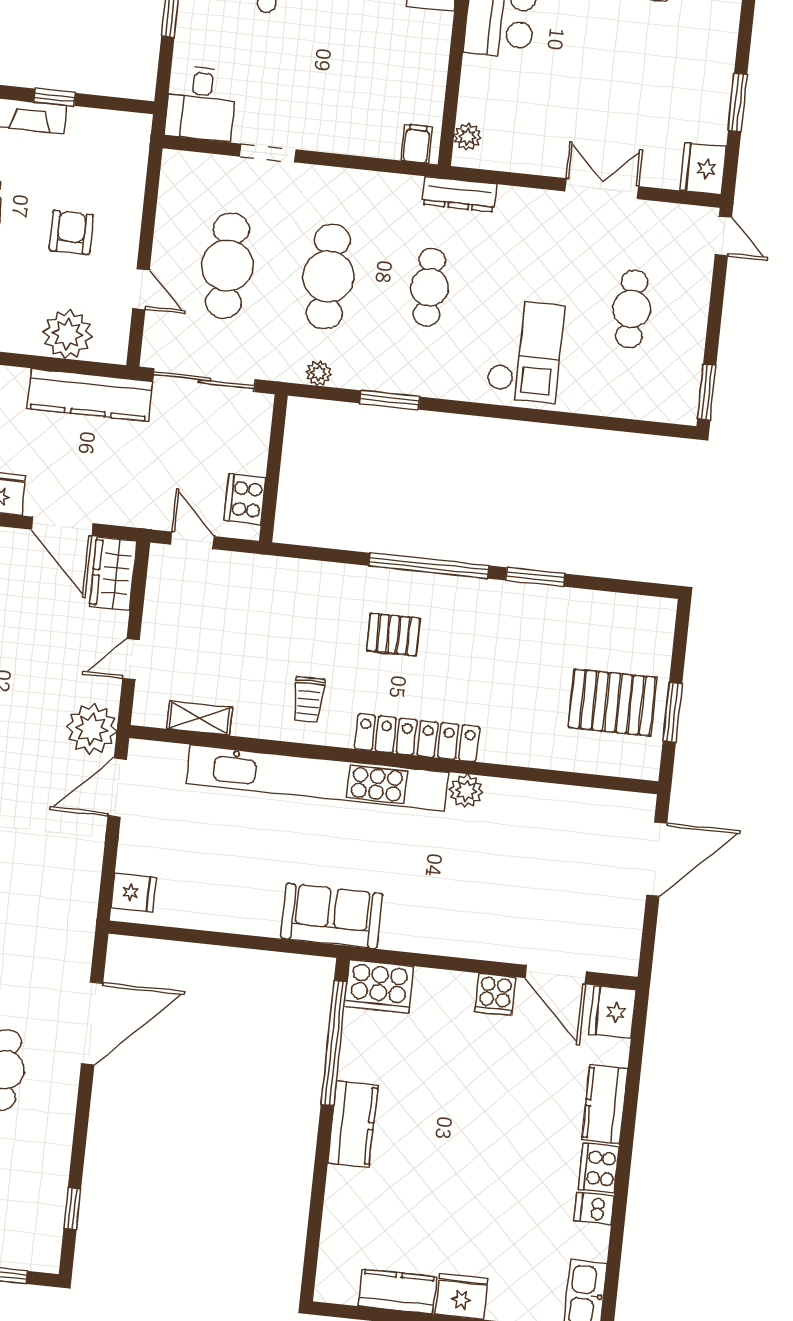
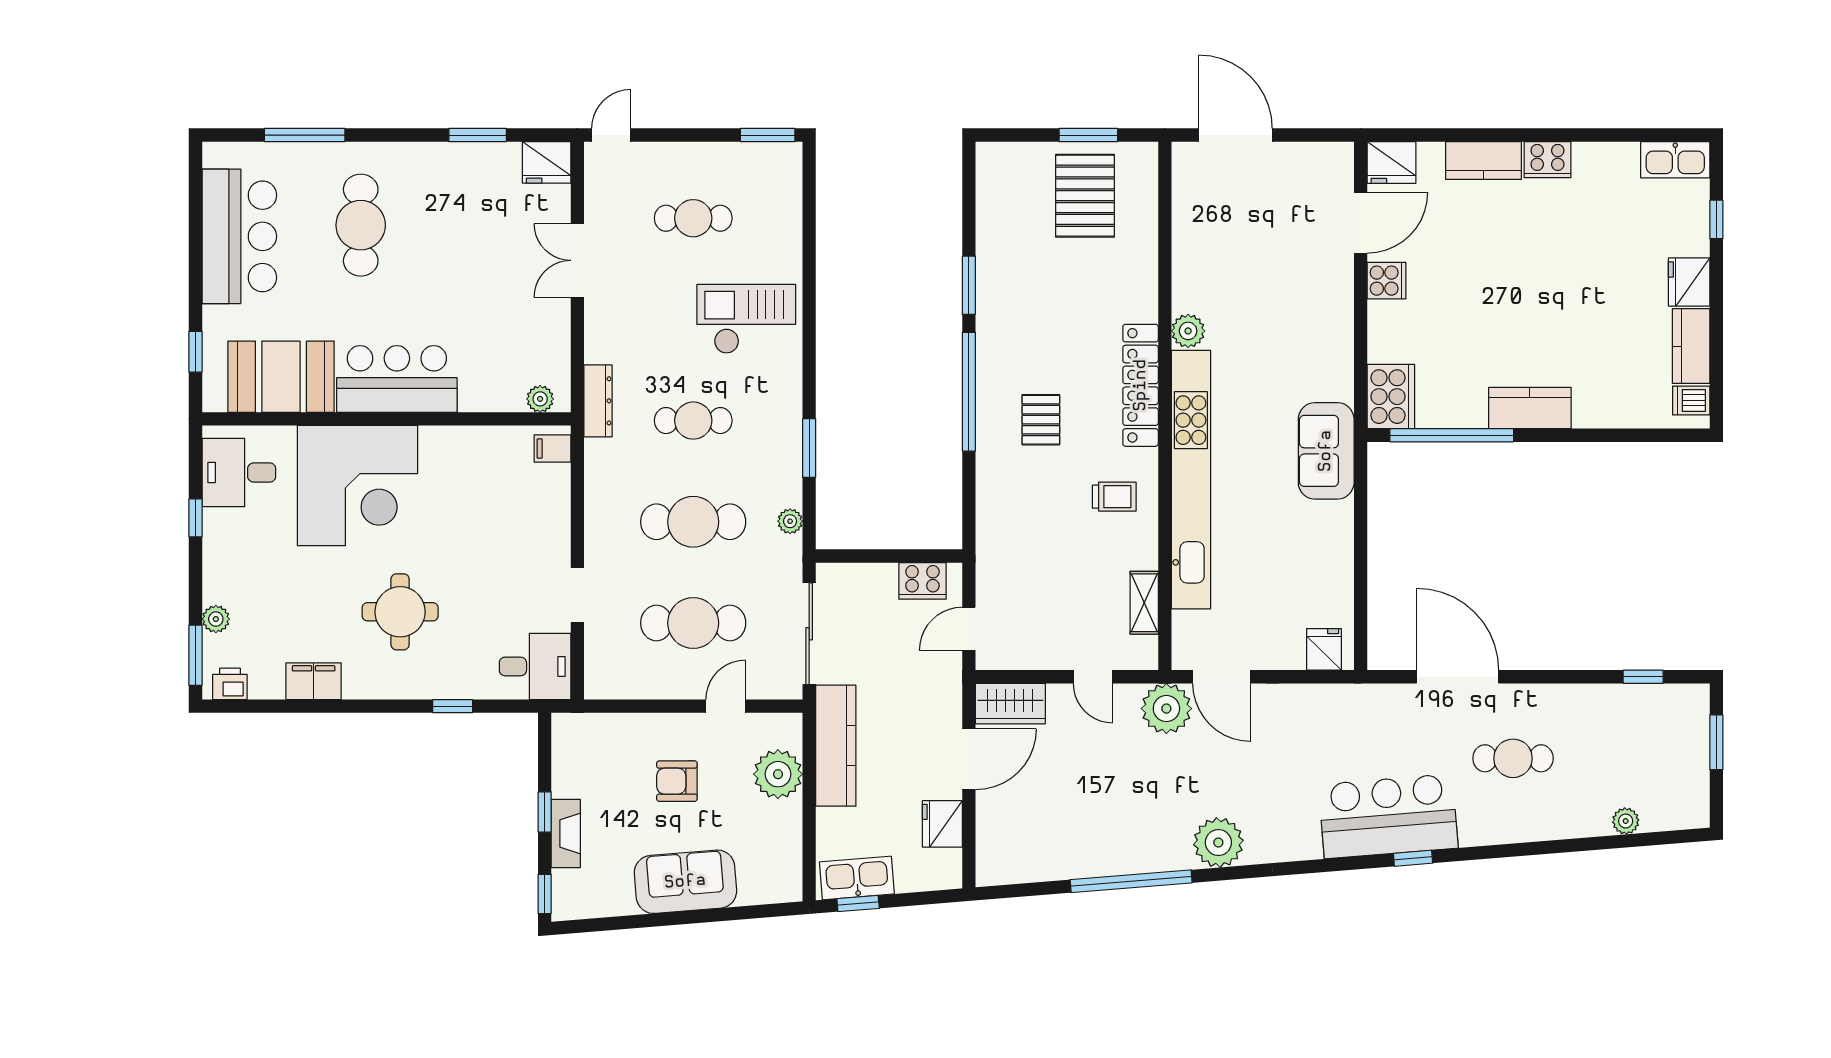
dishwasher: (594, 1208) -> (1691, 400), moved, turned 90

